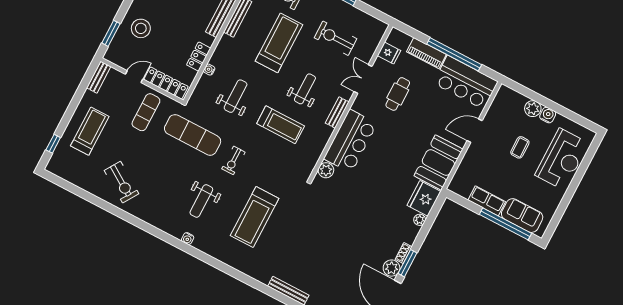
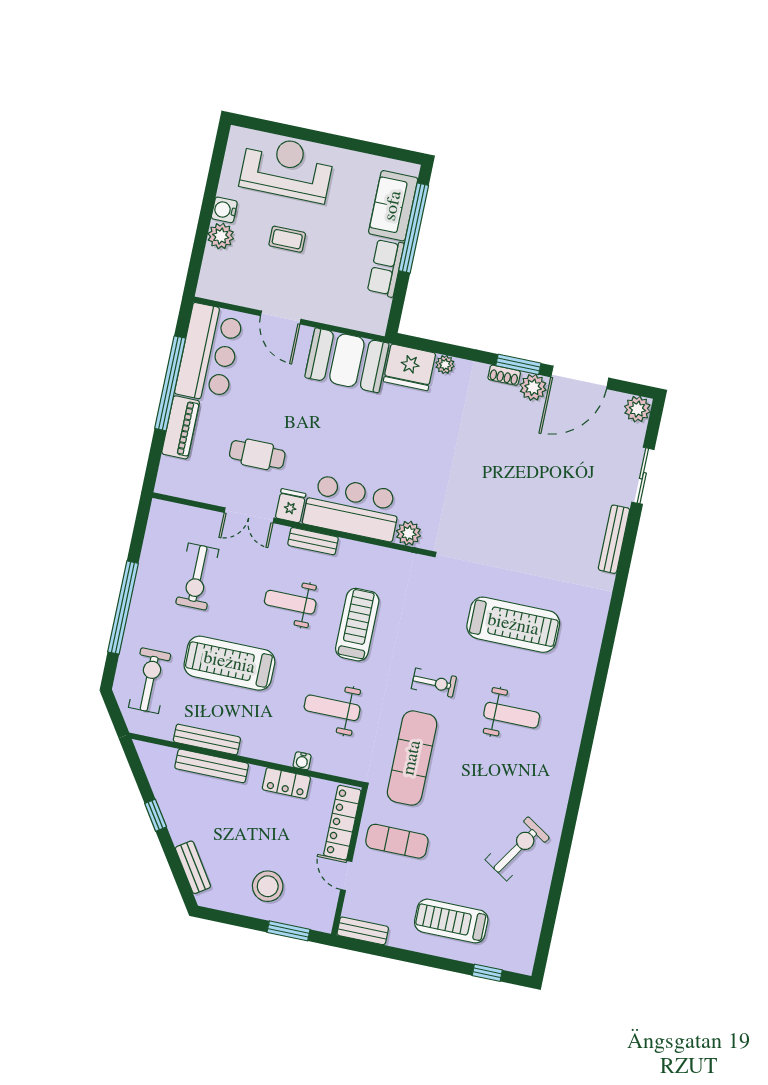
fridge: (389, 53) -> (291, 506), moved
water cooler: (188, 239) -> (577, 720), removed

